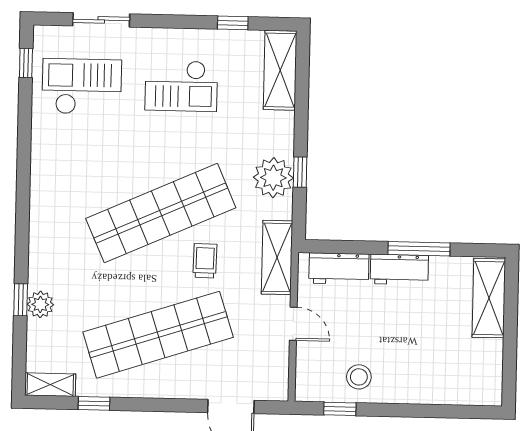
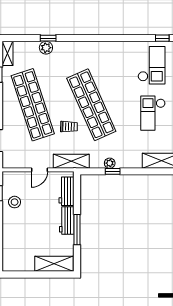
plant: (273, 178) -> (110, 163), width x0.53, depth x0.53

